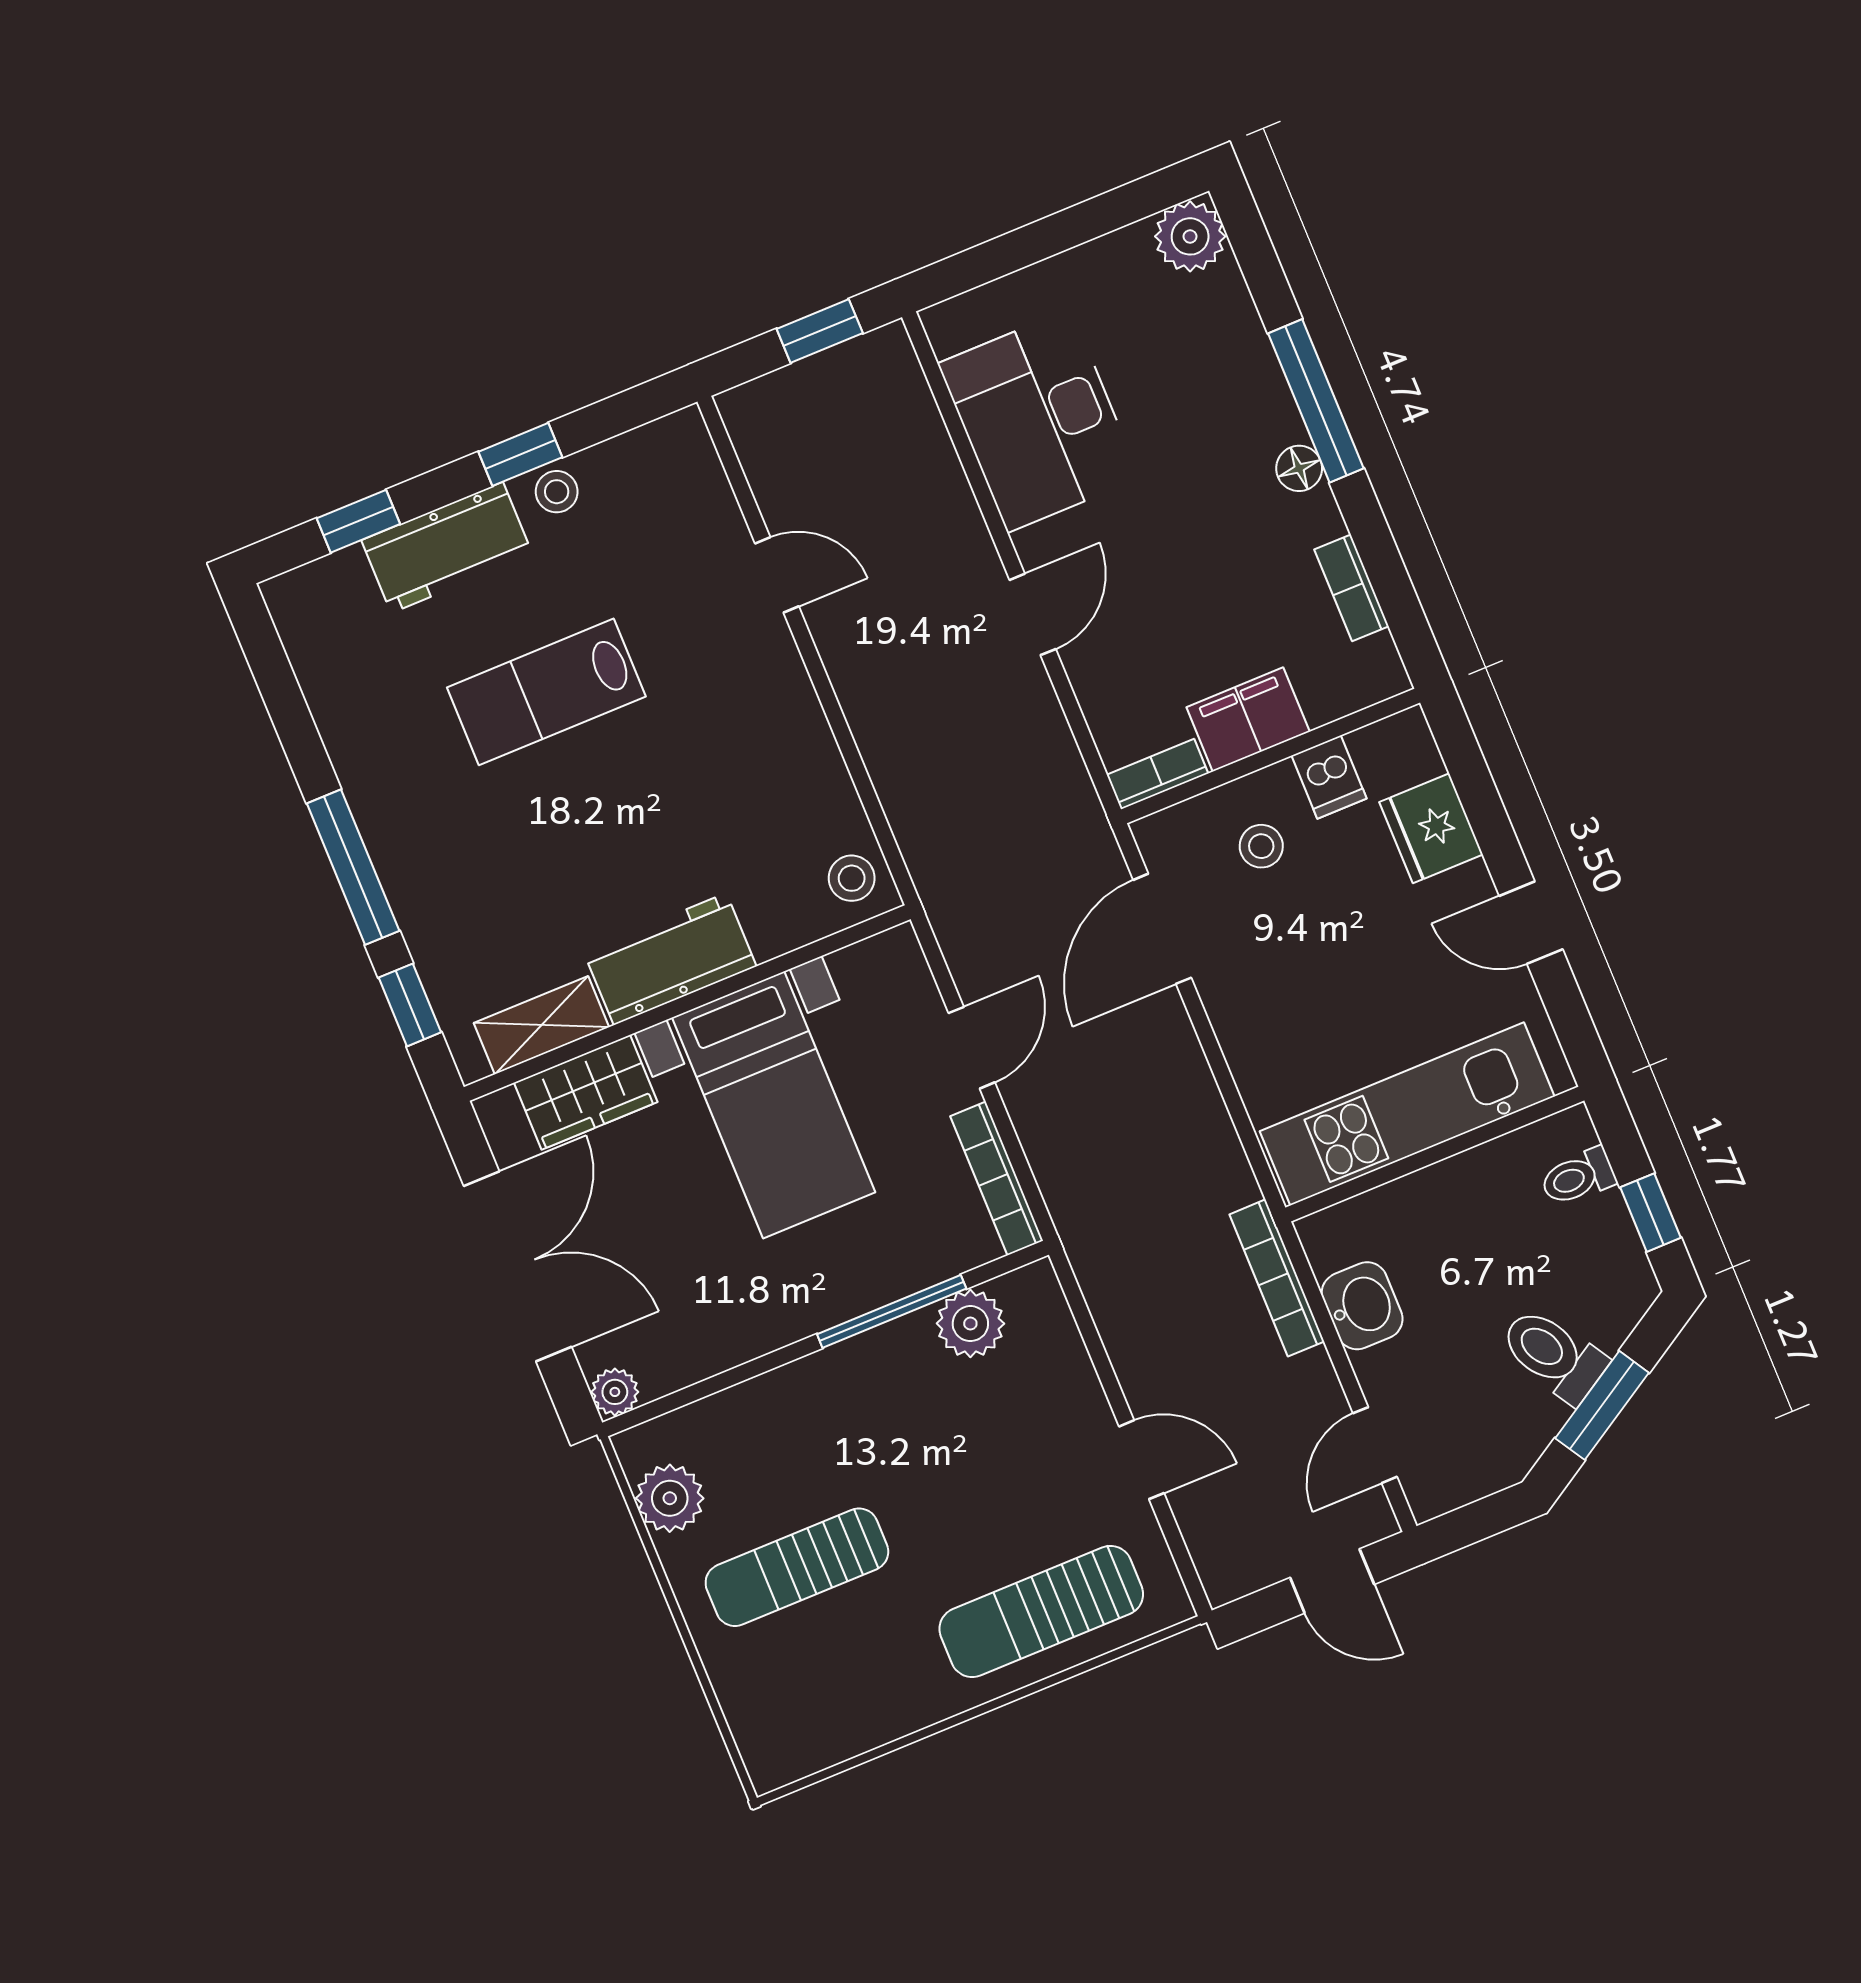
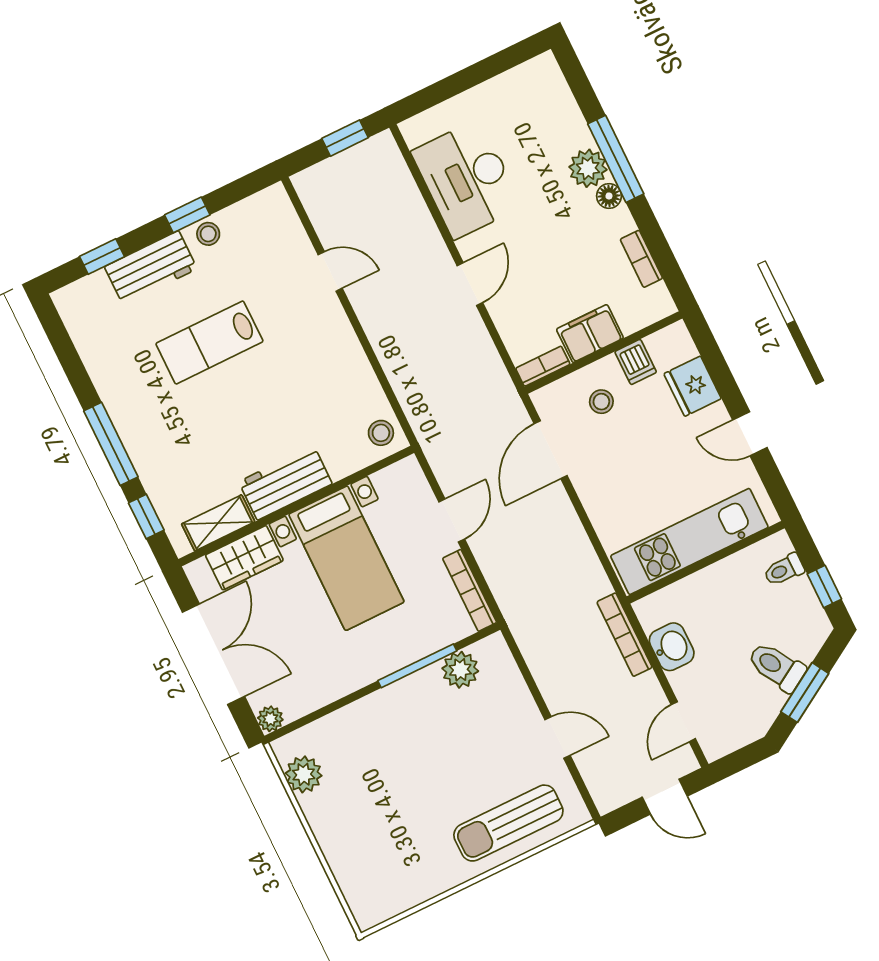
plant: (1190, 236) -> (588, 168), moved
sun lounger: (797, 1567) -> (375, 807), removed

